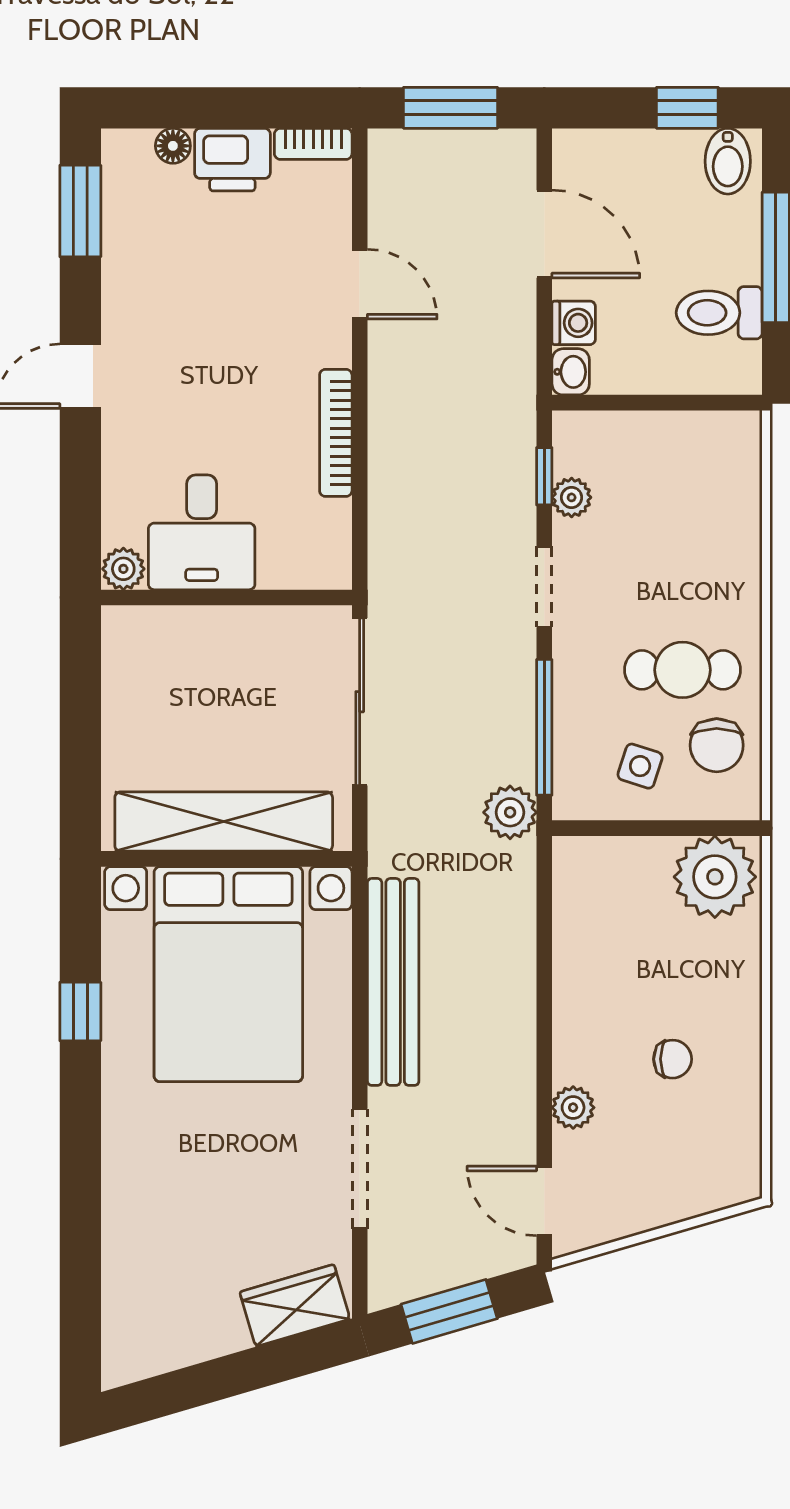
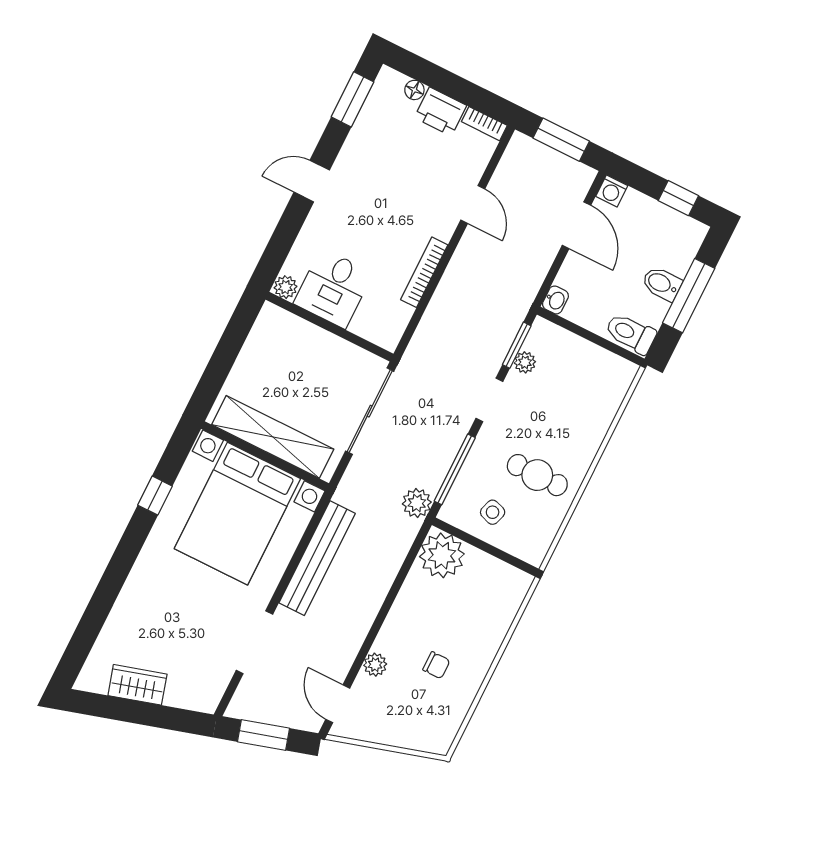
bidet: (728, 161) -> (662, 284), moved, turned 90
toilet: (719, 313) -> (631, 333), moved
washing machine: (574, 323) -> (612, 191), moved, turned 90
window: (544, 476) -> (517, 345), width x1.50
chair: (717, 745) -> (536, 521), removed
plant: (715, 877) -> (442, 555), moved
wardrobe: (295, 1306) -> (137, 685), moved

